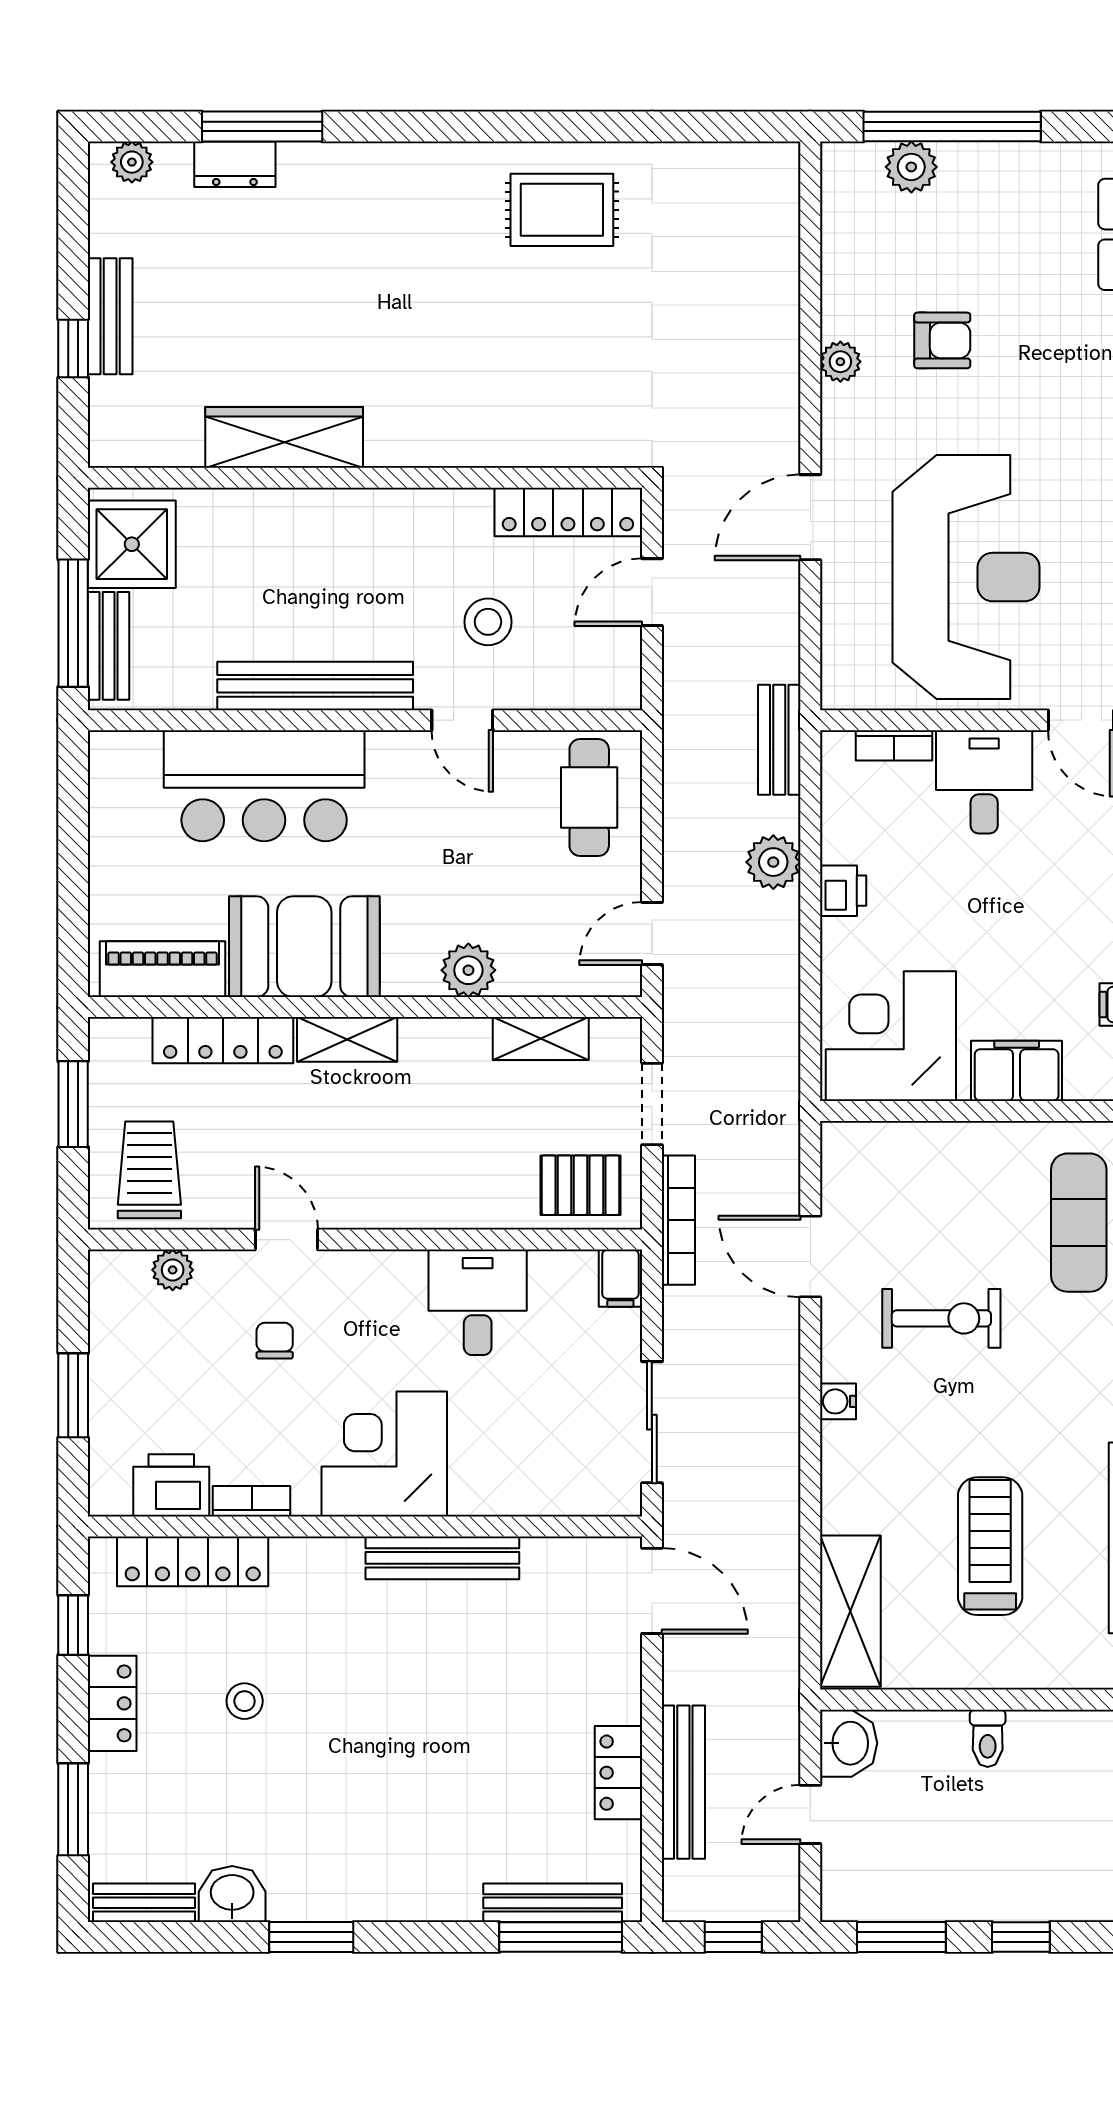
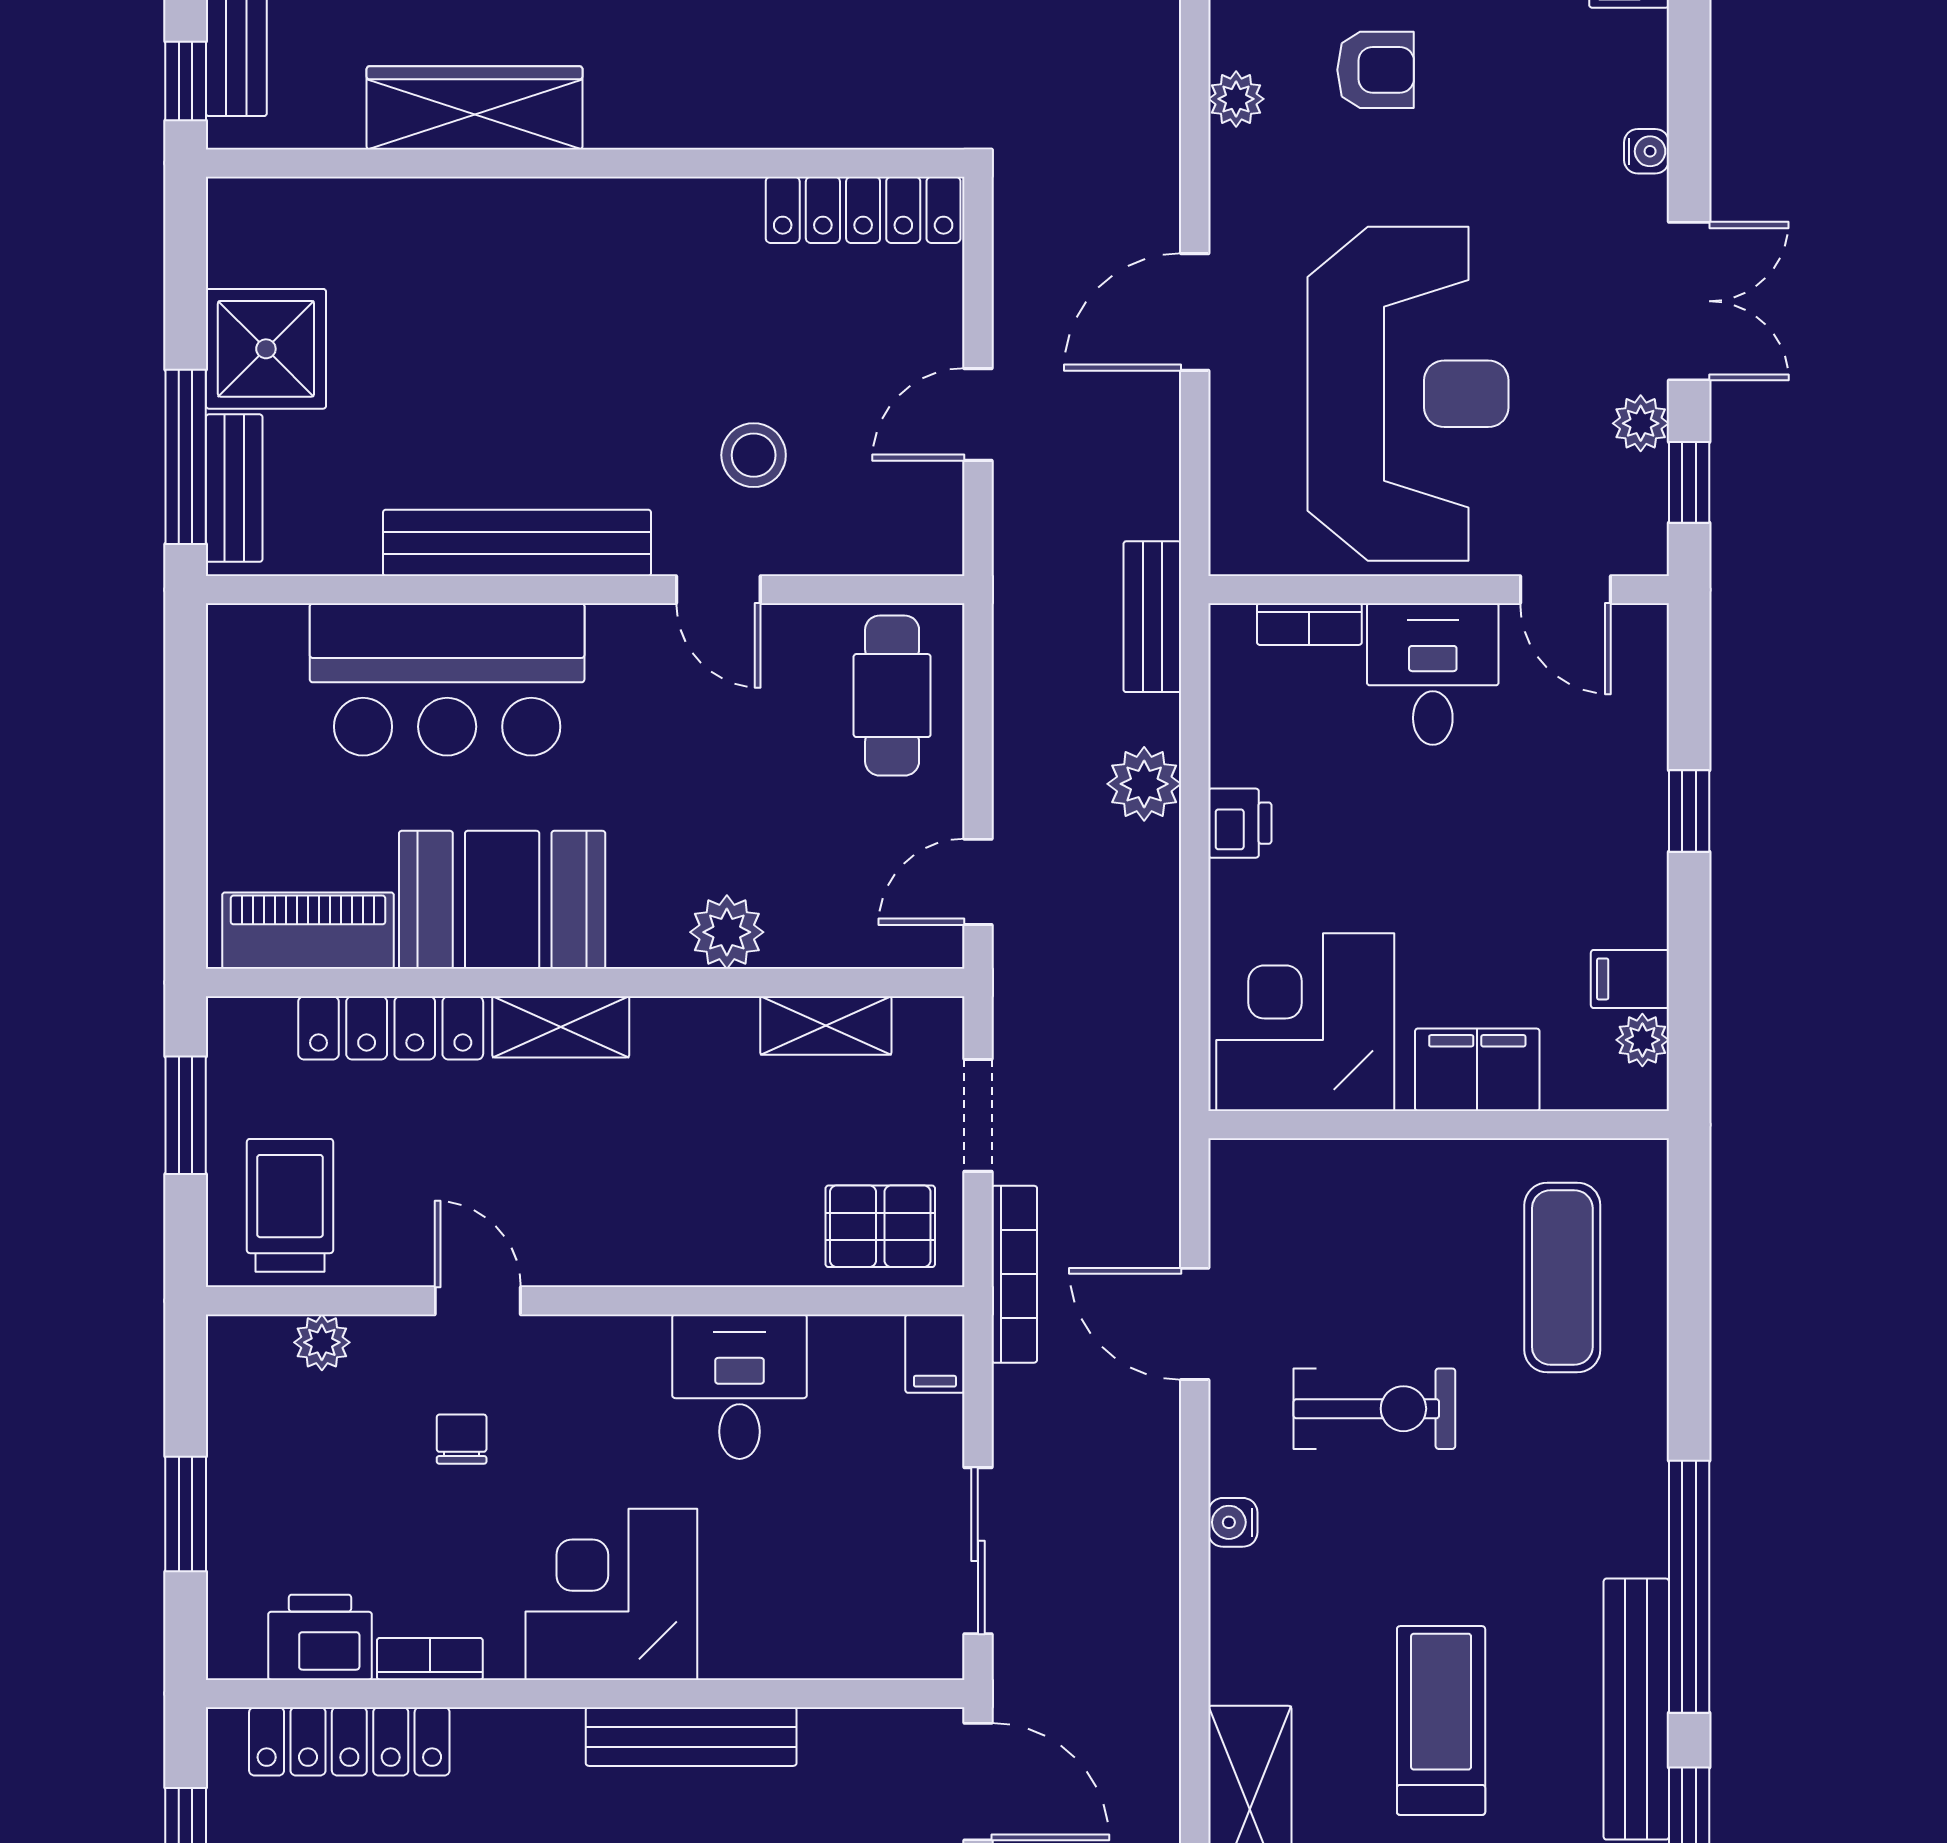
wardrobe: (284, 437) -> (475, 108), moved
wall: (365, 478) -> (585, 163), moved
locker: (568, 512) -> (863, 210), moved

